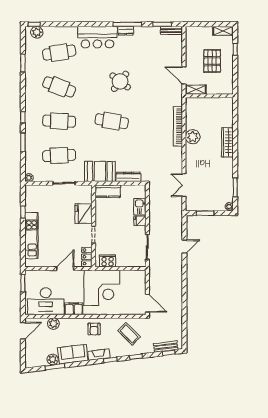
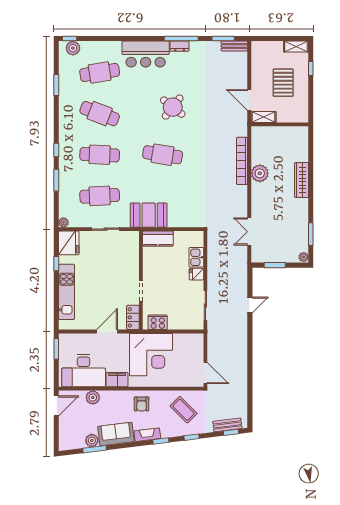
dresser: (128, 177) -> (183, 222), removed
fridge: (84, 214) -> (69, 243), moved, turned 180

